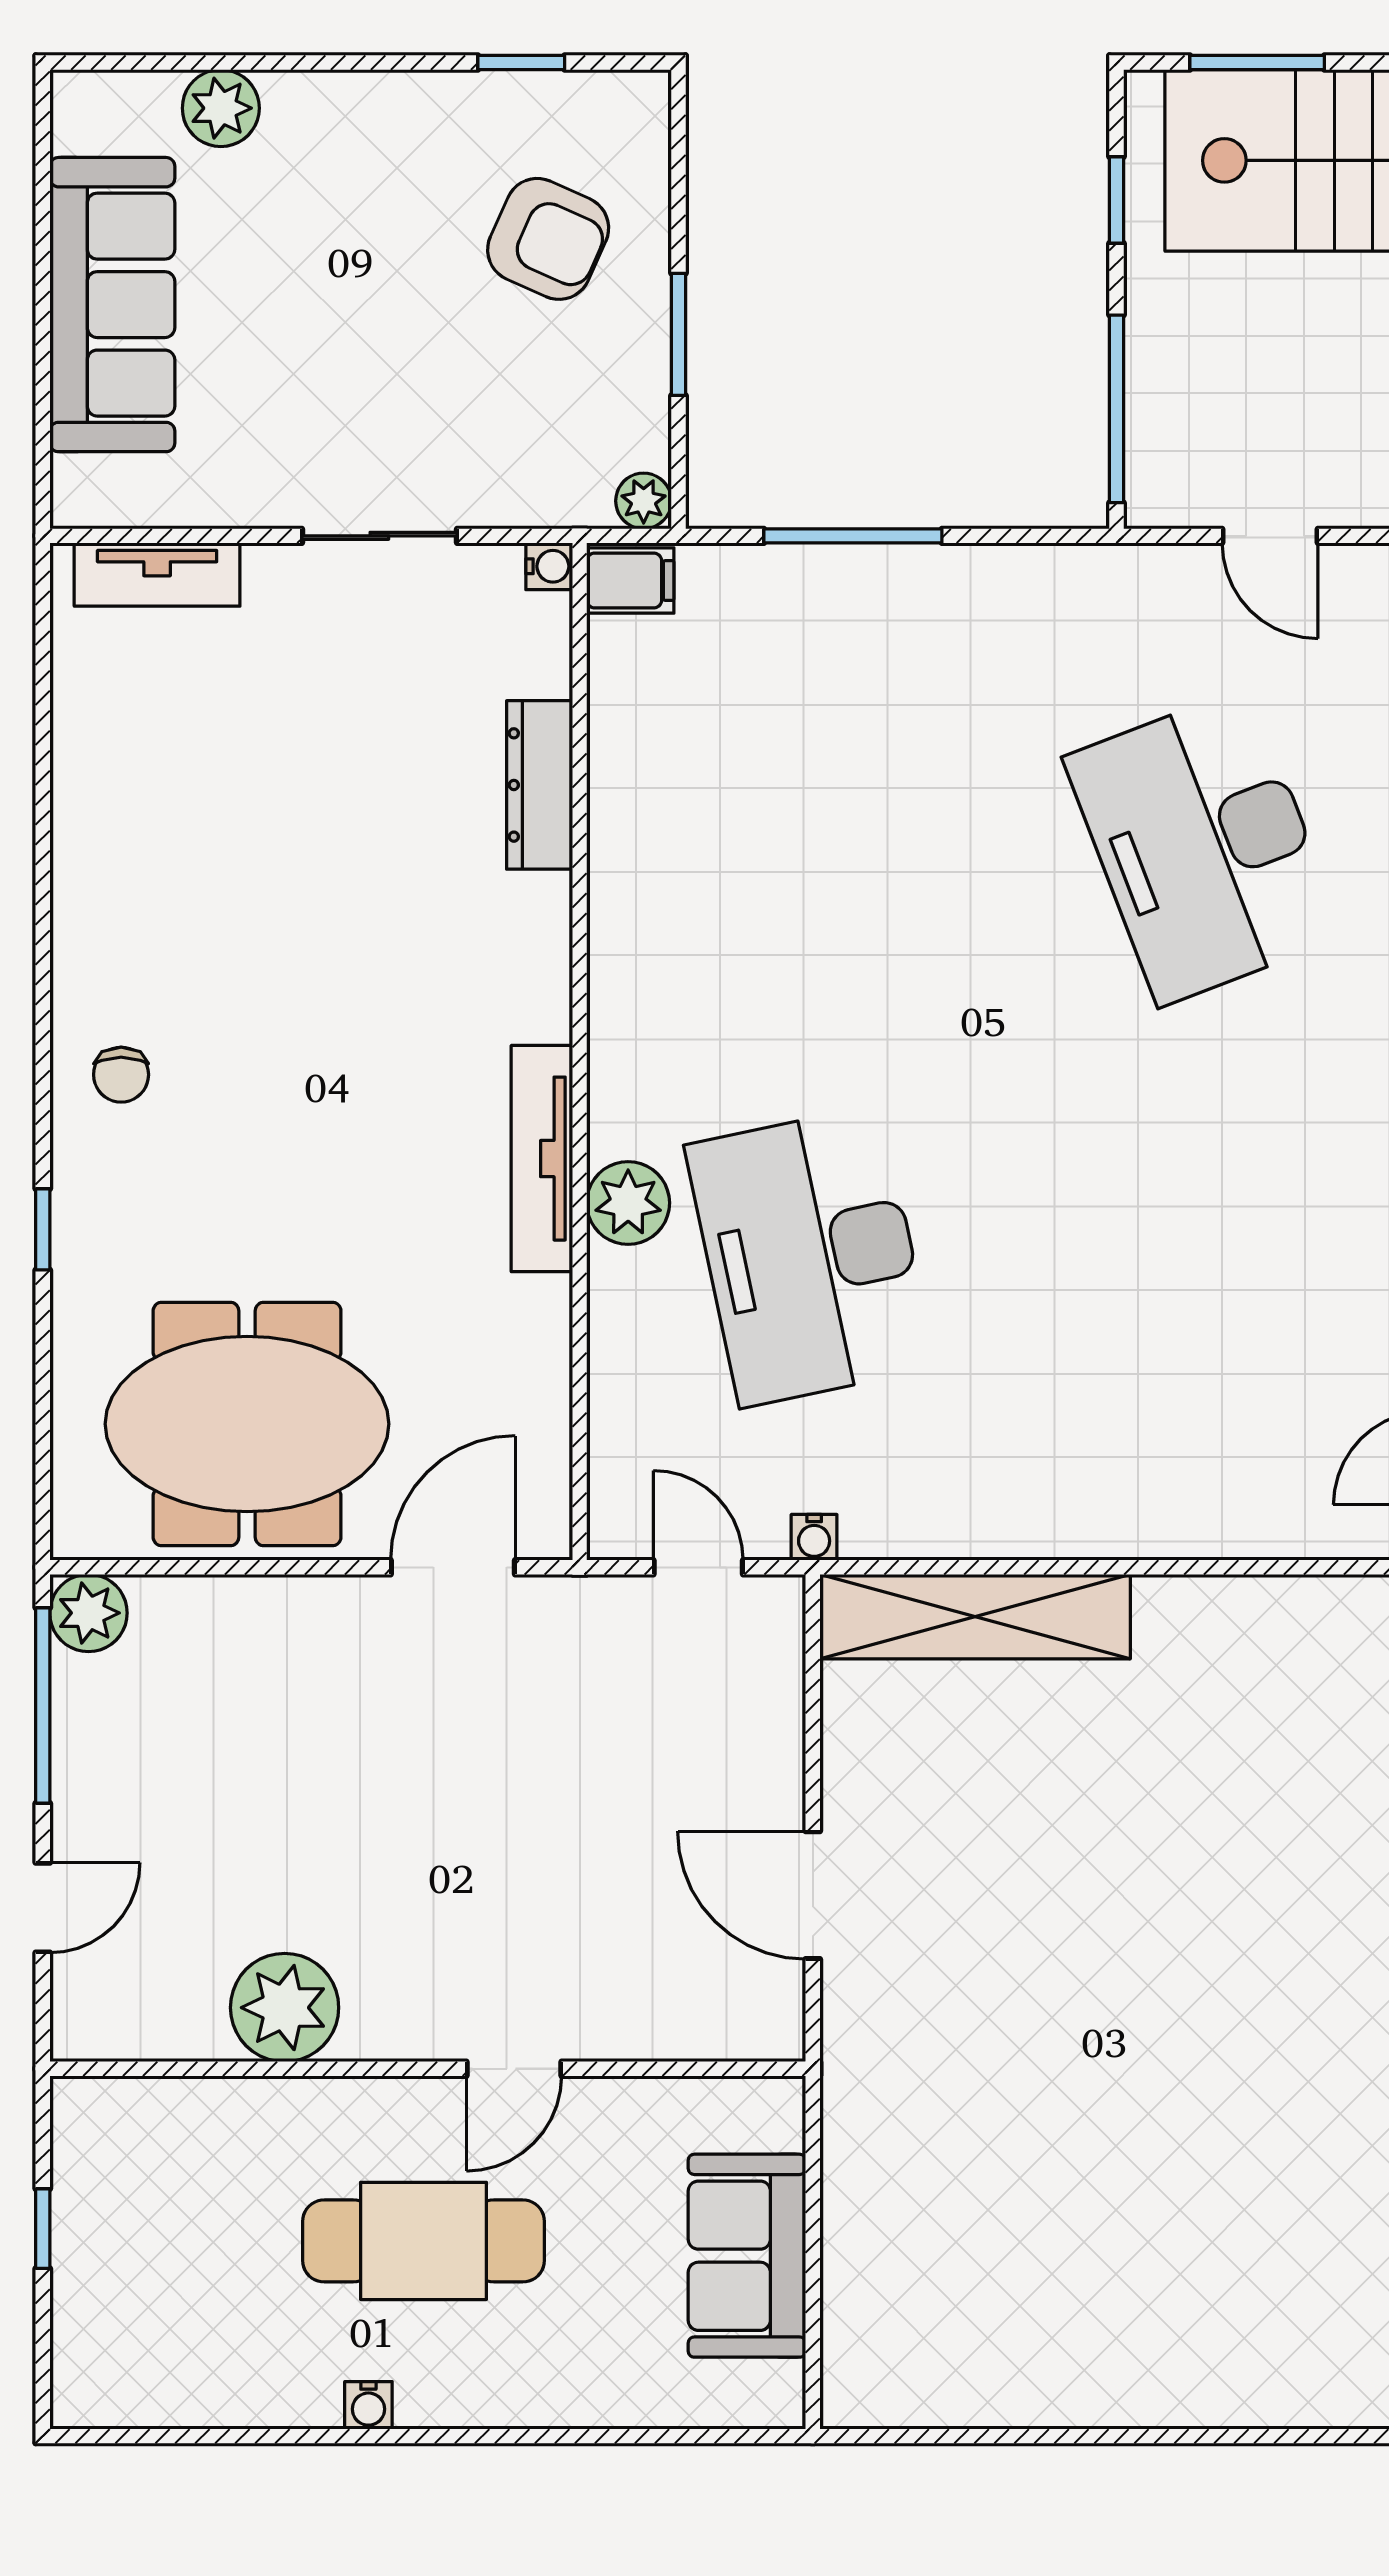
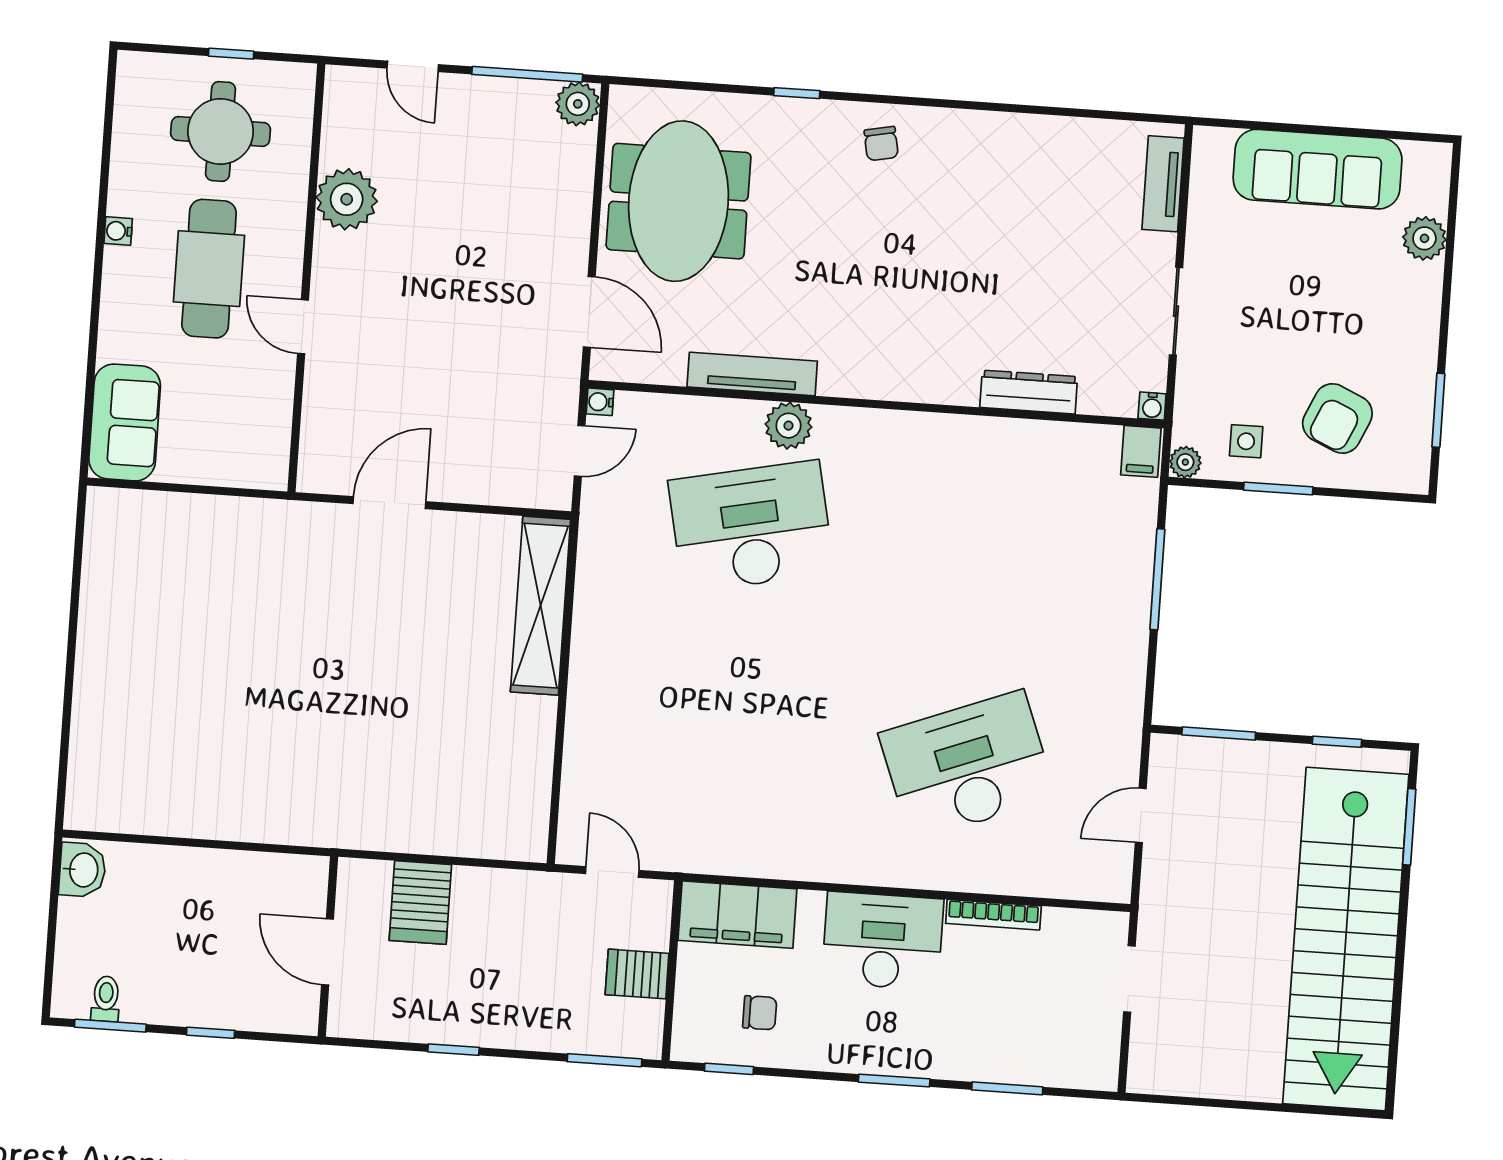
window: (521, 63) -> (1438, 410), width x1.50
side table: (599, 397) -> (1246, 441), added
window: (1116, 409) -> (1219, 733), width x0.69
chair: (121, 1075) -> (881, 144), turned -101
tv unit: (542, 1159) -> (752, 374), moved
water cooler: (814, 1537) -> (600, 402), moved
round table: (181, 2238) -> (221, 131), added
sofa: (747, 2256) -> (125, 422), moved, turned 90

